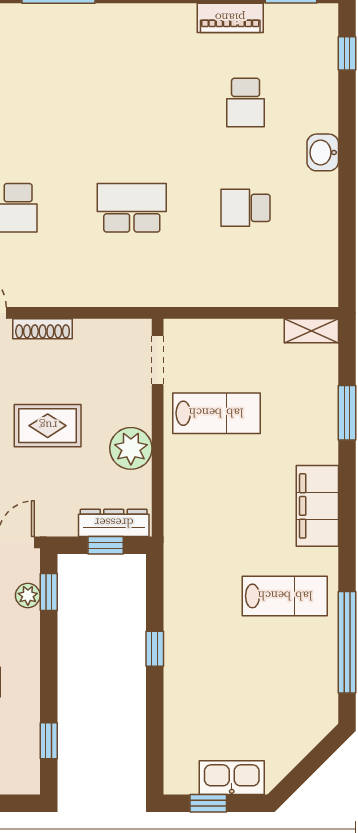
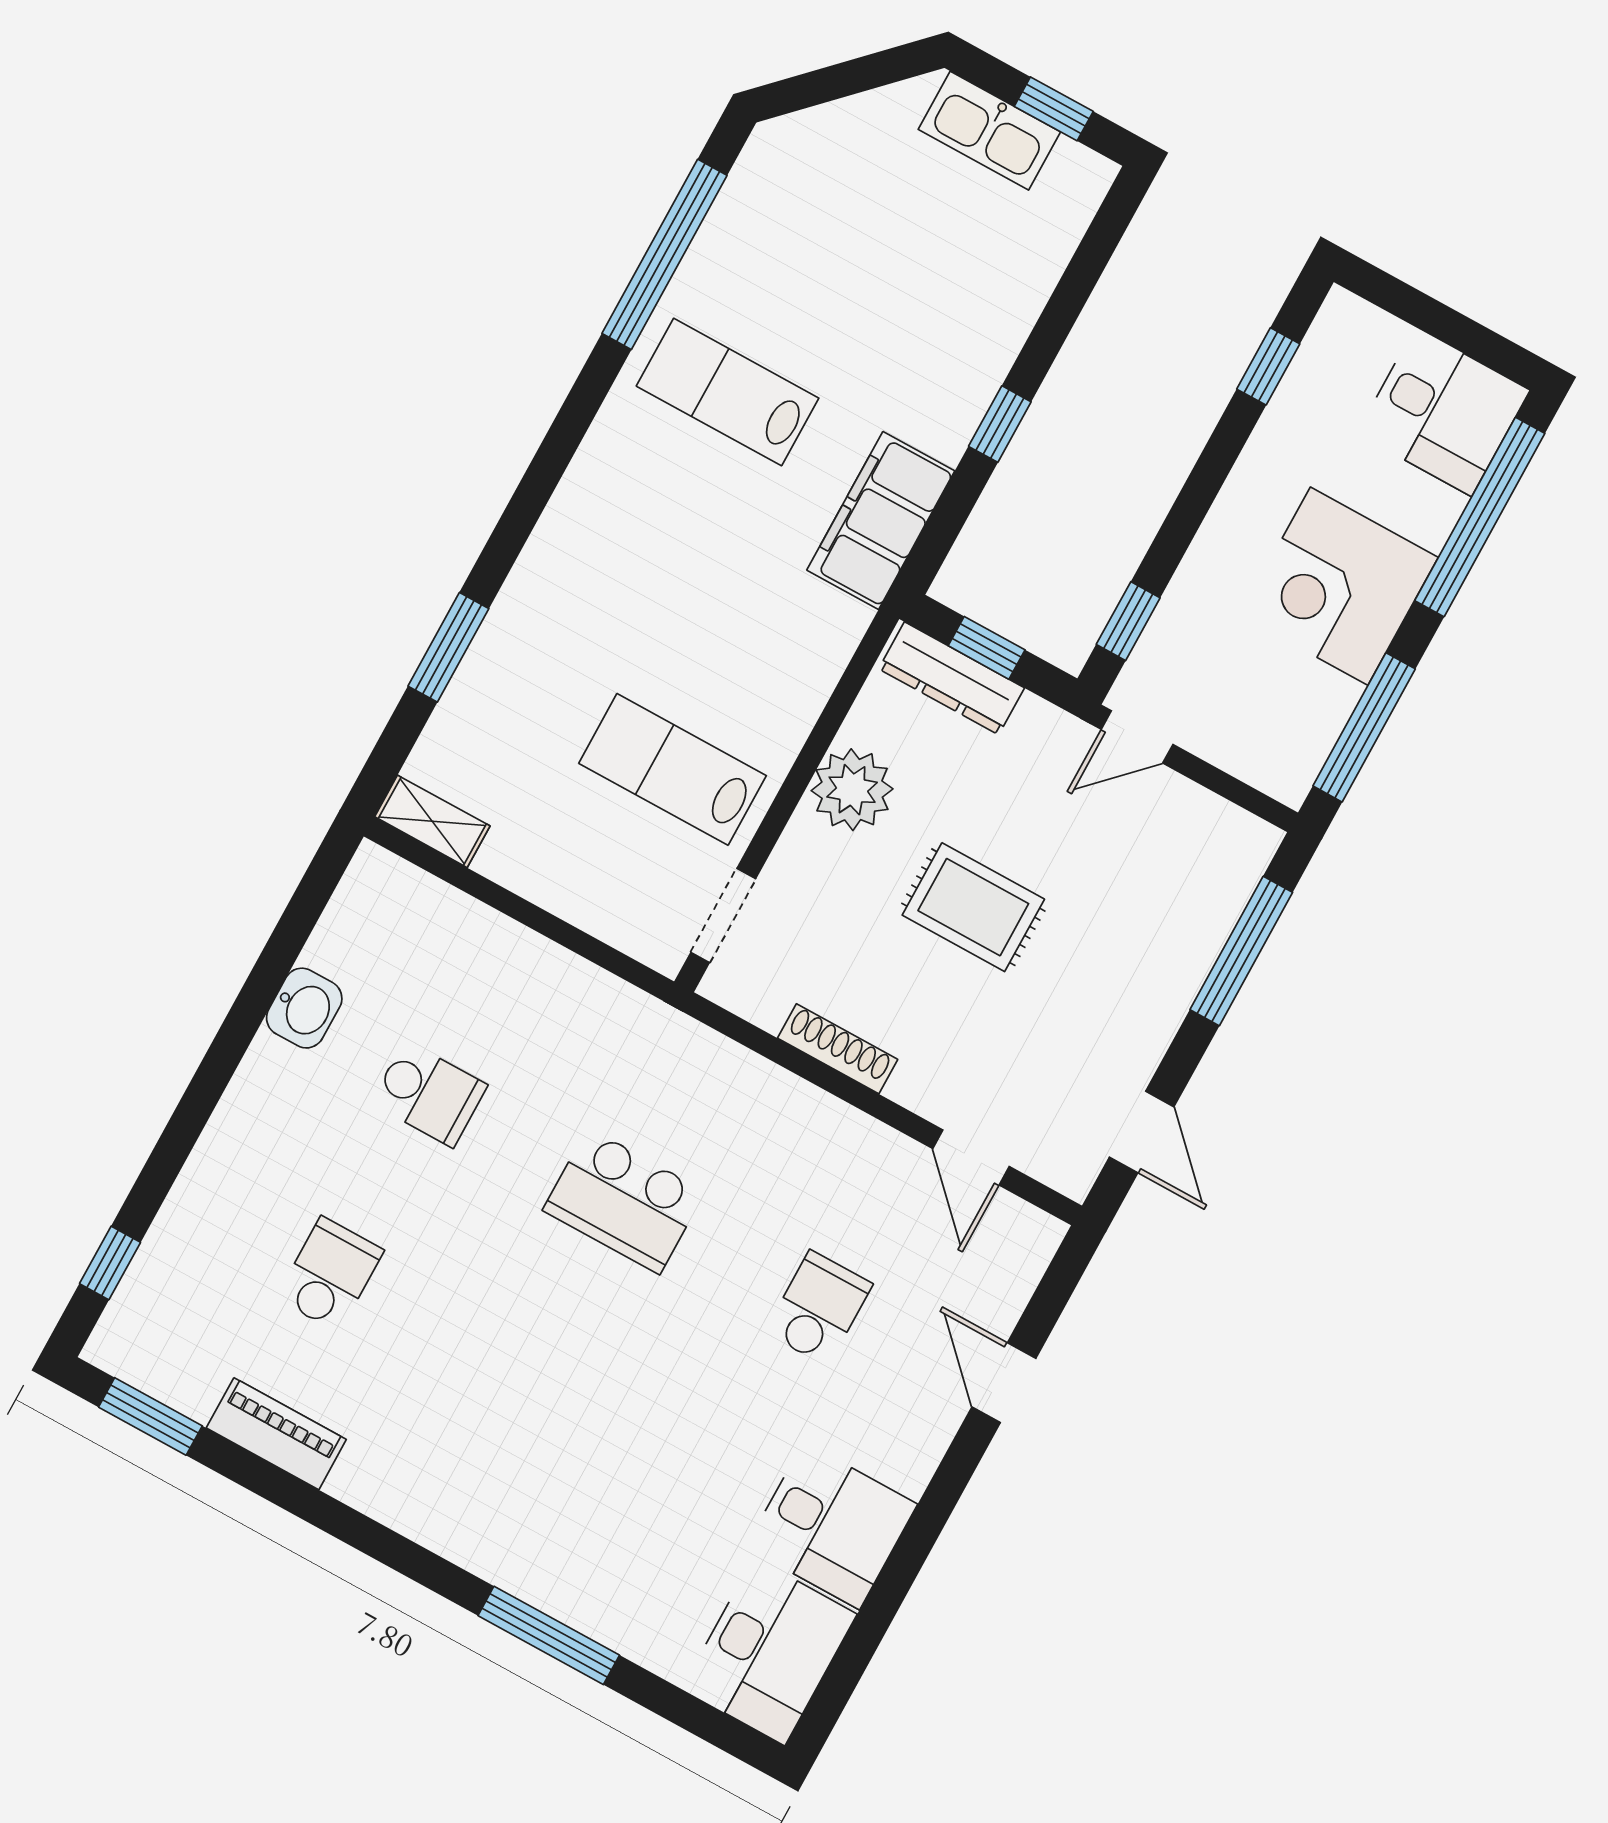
washbasin: (323, 152) -> (304, 1008), moved
shoe rack: (43, 329) -> (838, 1049), moved
filing cabinet: (317, 506) -> (881, 520), moved, turned 180
plant: (28, 596) -> (1167, 635), removed

